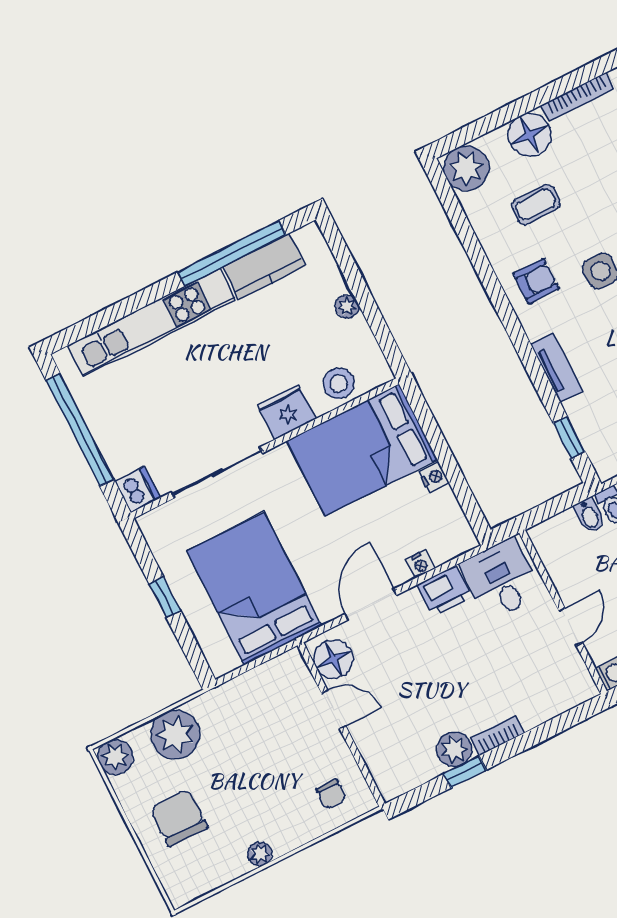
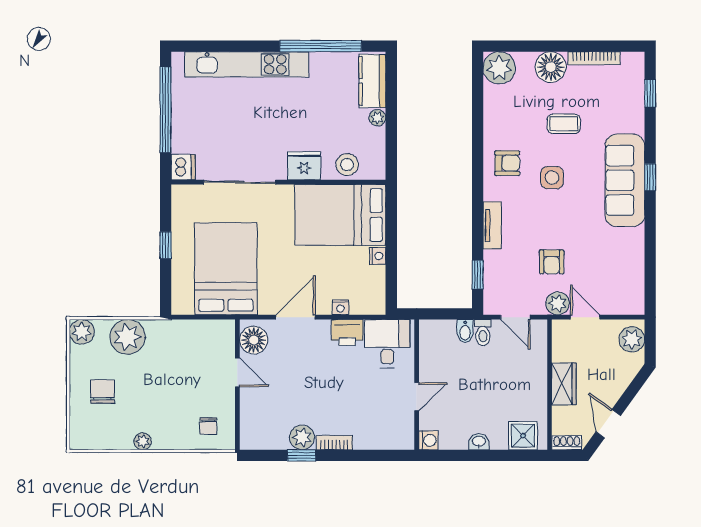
coffee table: (536, 205) -> (564, 124), moved
kitchen counter: (264, 266) -> (372, 81), moved, turned 90
chair: (179, 818) -> (102, 392), width x0.73, depth x0.73

